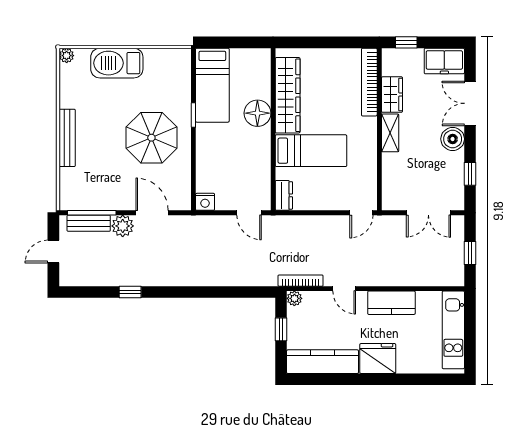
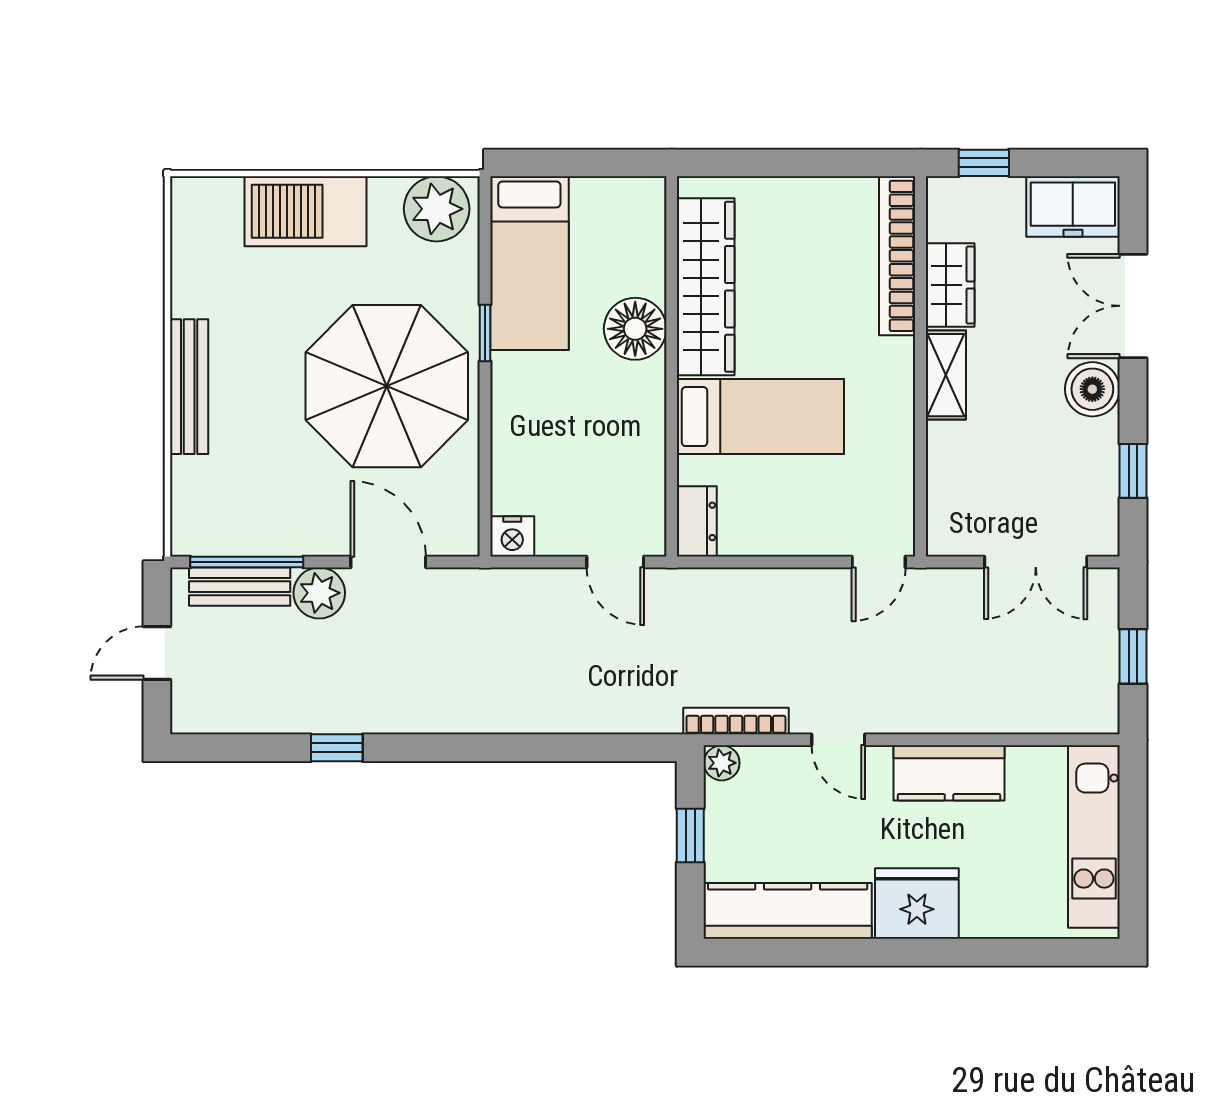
plant: (67, 56) -> (437, 209), moved, width x1.87, depth x1.87
parasol: (151, 138) -> (387, 386), width x1.36, depth x1.36

